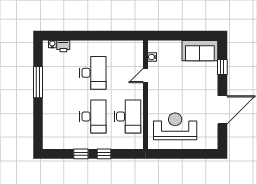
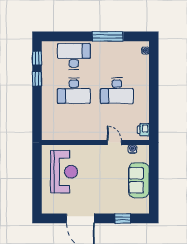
printer: (63, 46) -> (143, 130), moved
sofa: (200, 51) -> (139, 180), moved
desk: (128, 116) -> (74, 56), moved, turned 180
window: (104, 154) -> (37, 58), moved

